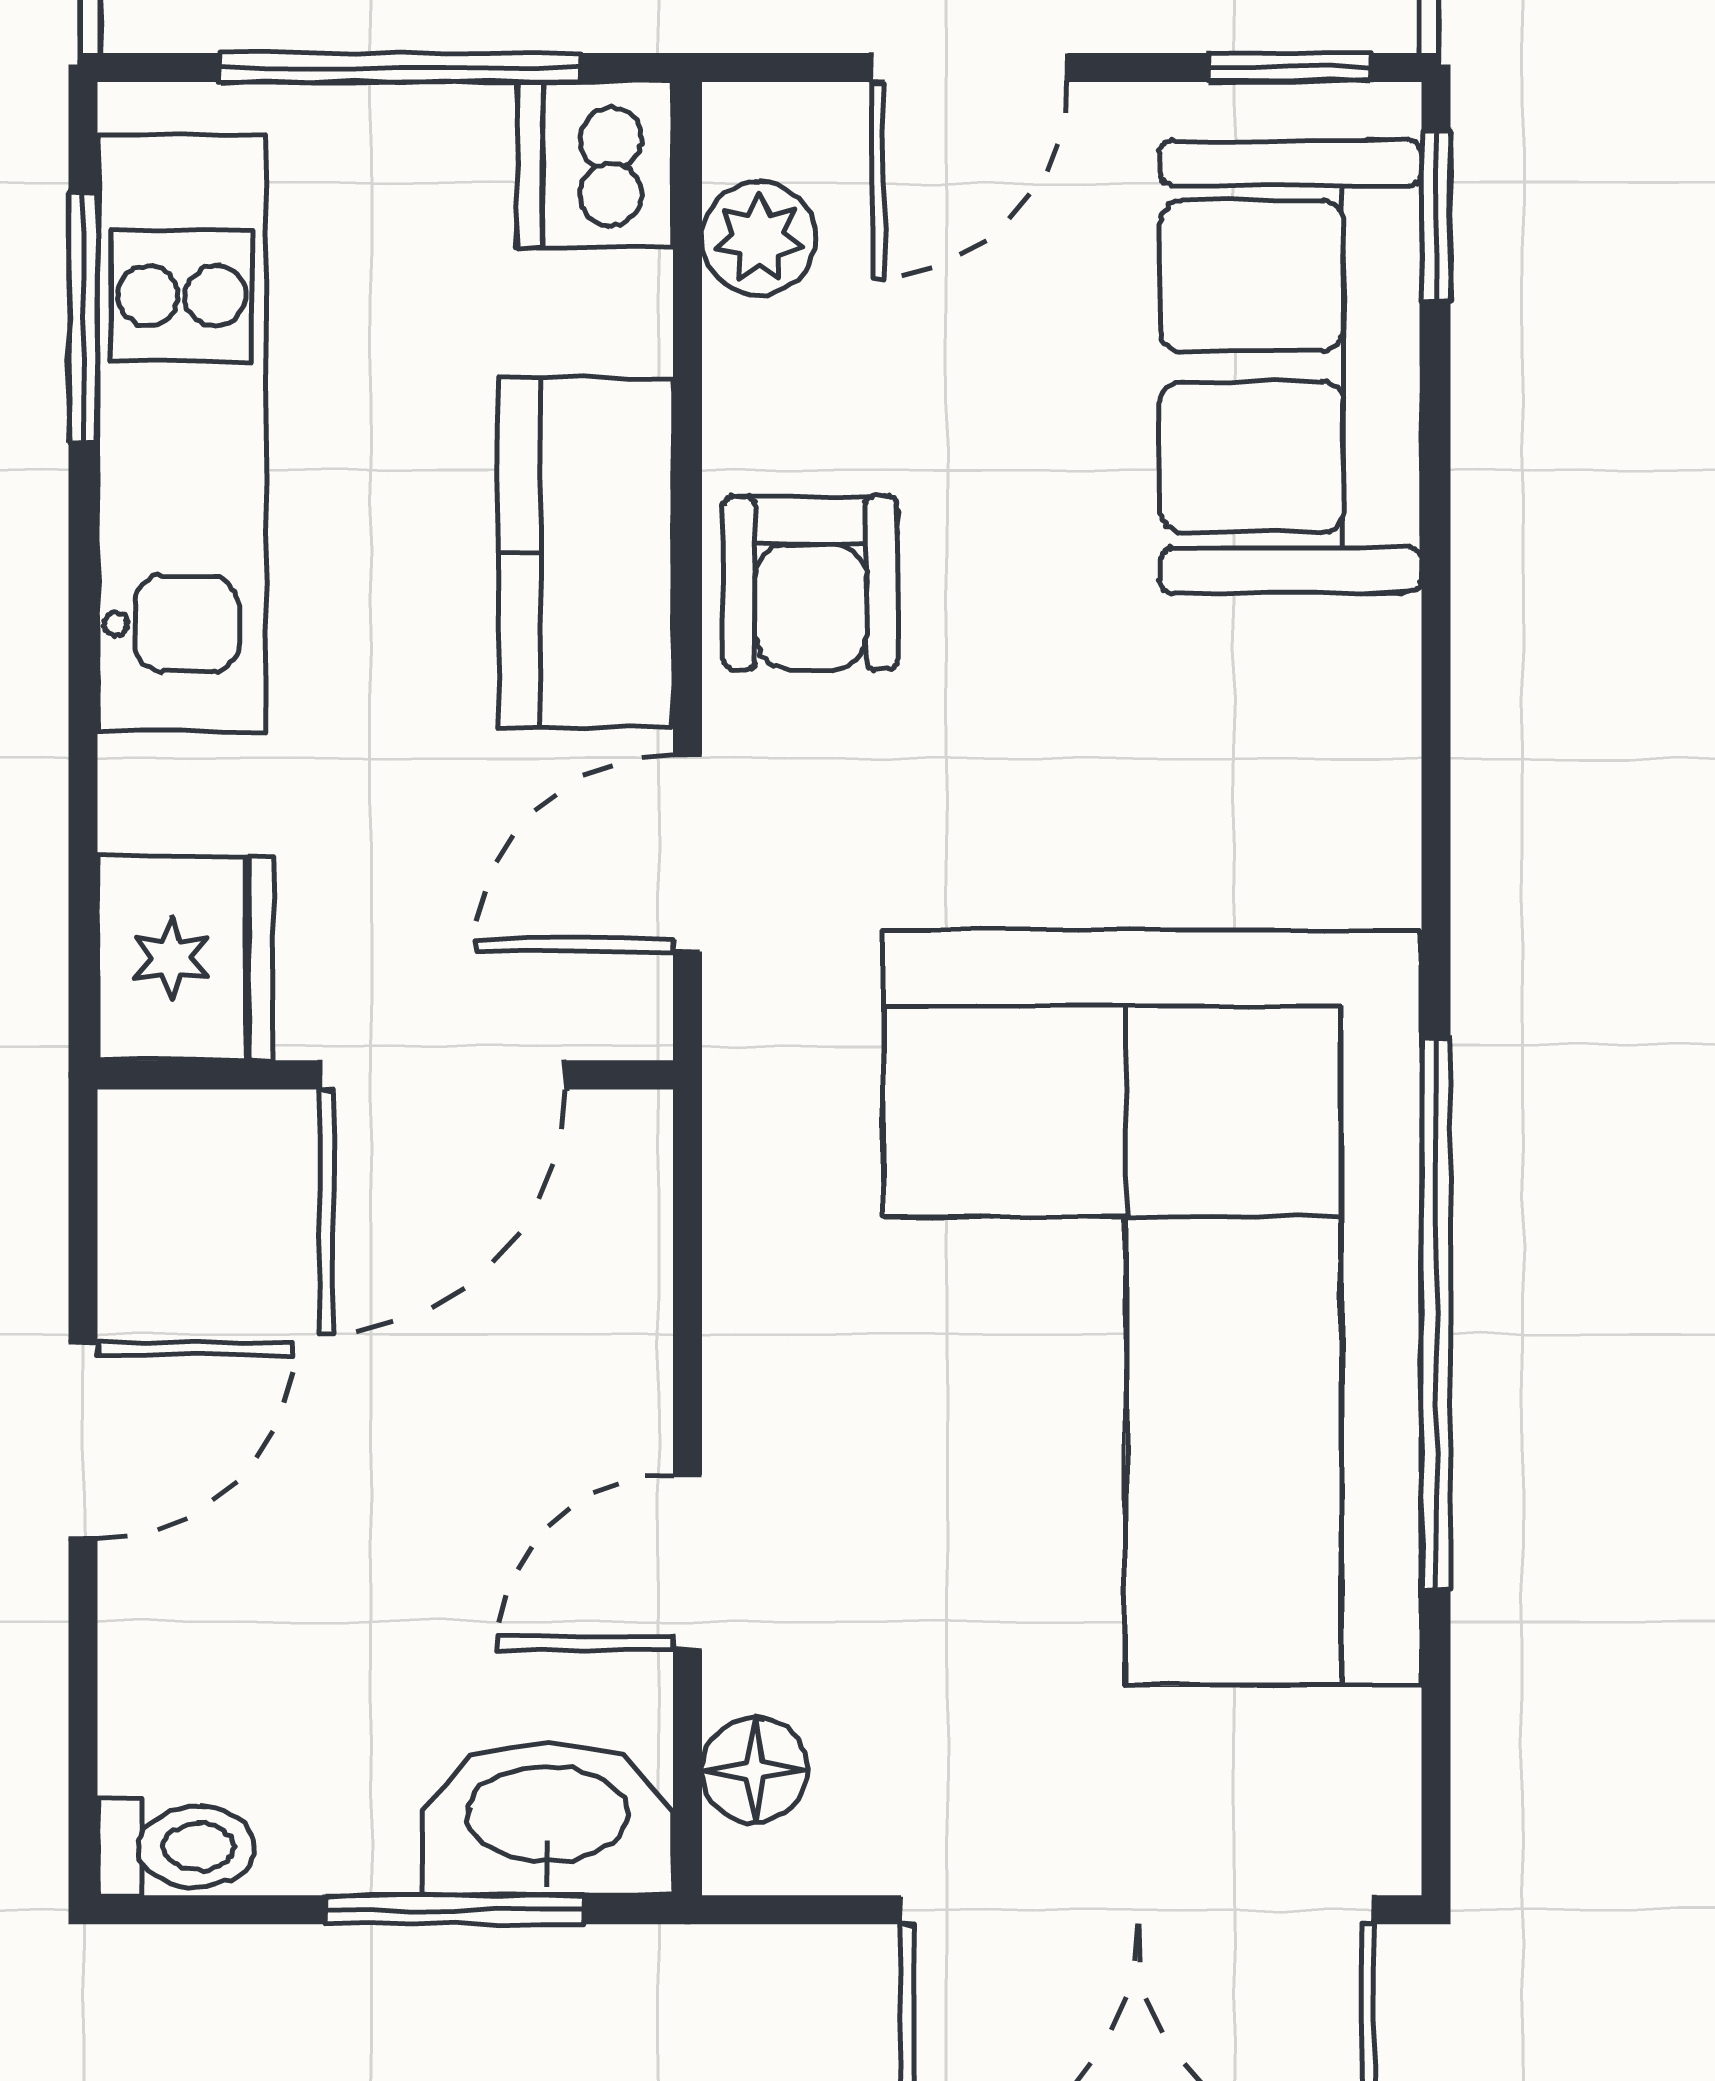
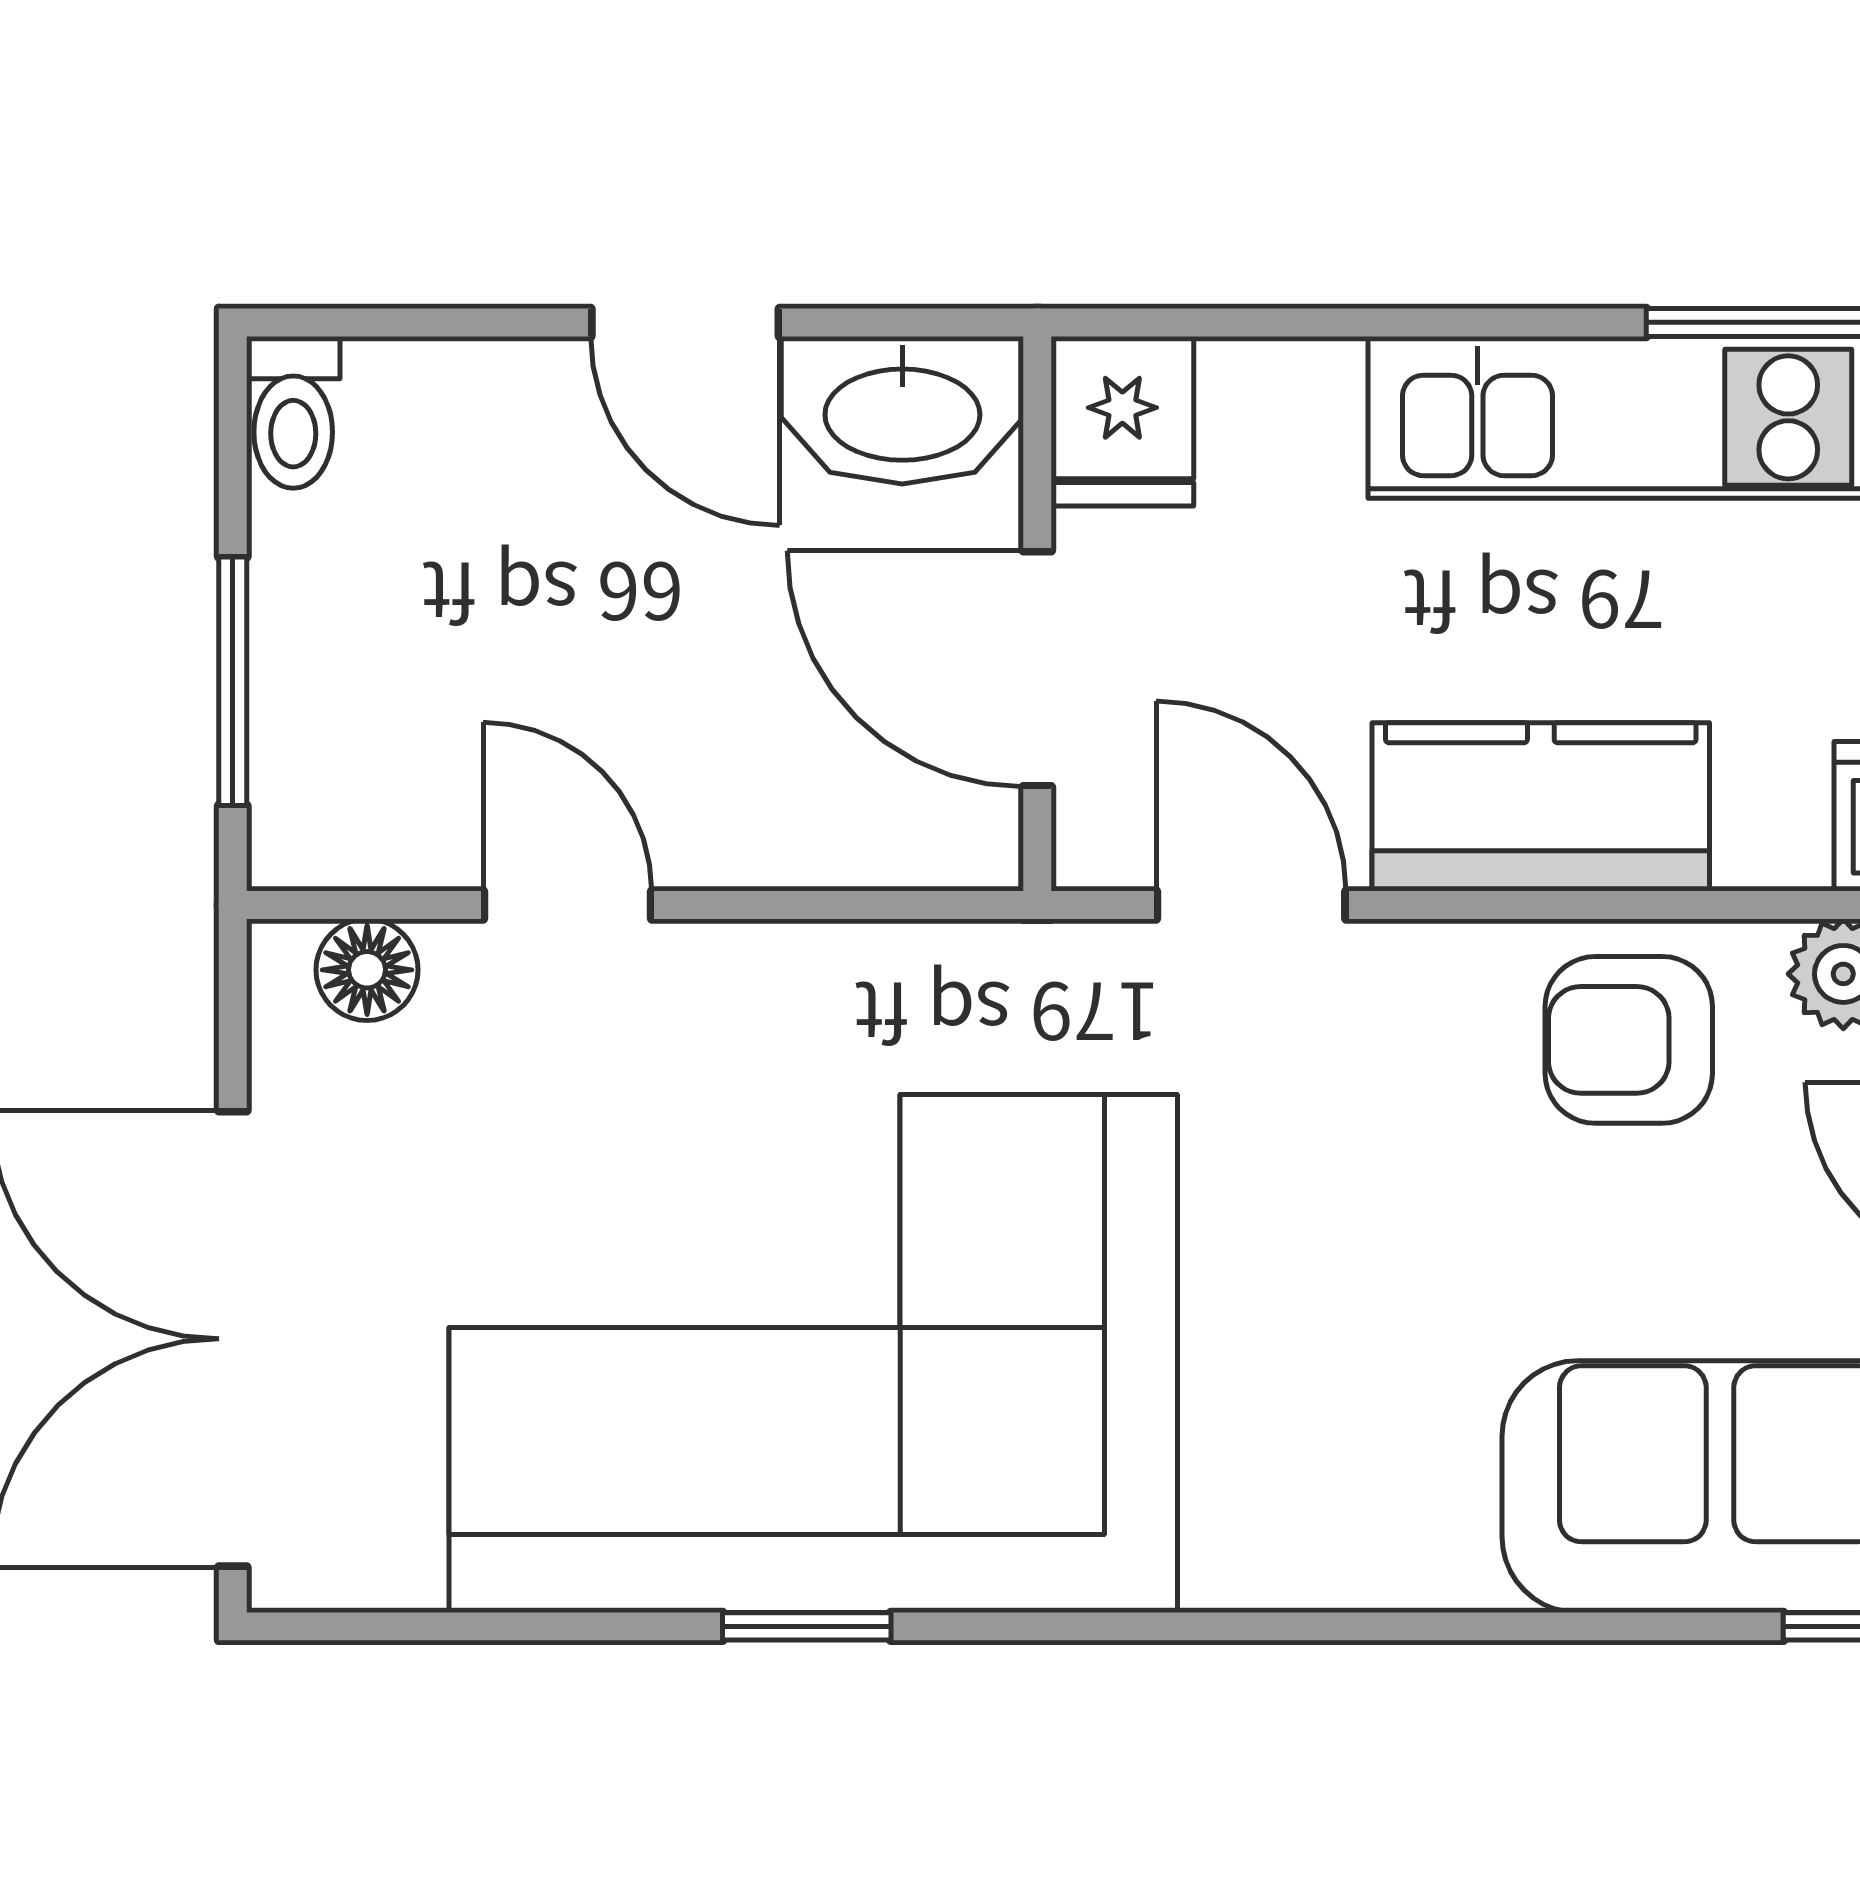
armchair: (811, 583) -> (1629, 1040), moved
fridge: (186, 958) -> (1122, 421), width x0.72
window: (1436, 1314) -> (807, 1626), width x0.32
washbasin: (548, 1819) -> (902, 410), moved, turned 90

